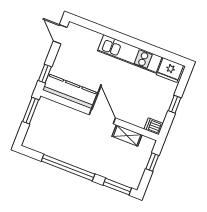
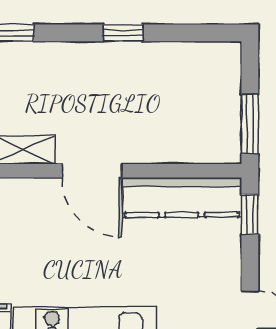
window: (68, 168) -> (123, 33), width x0.32

